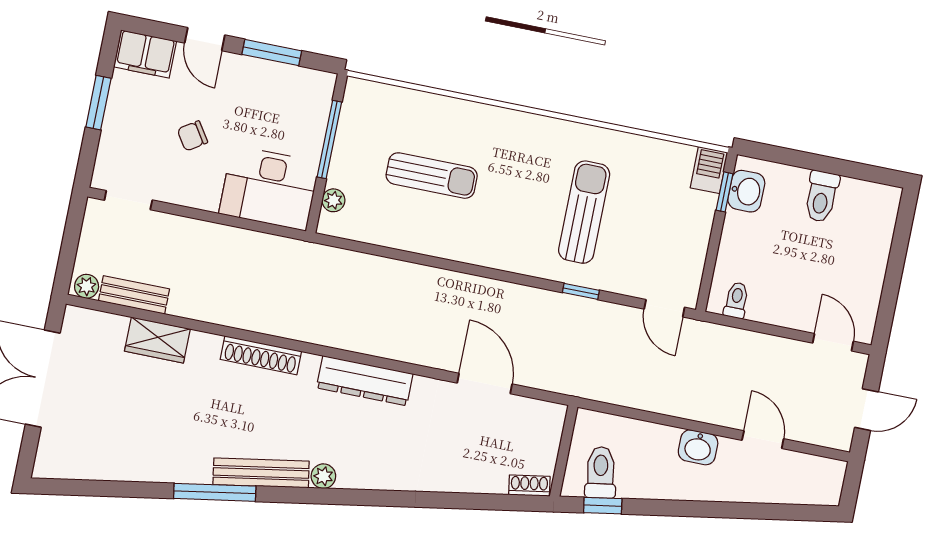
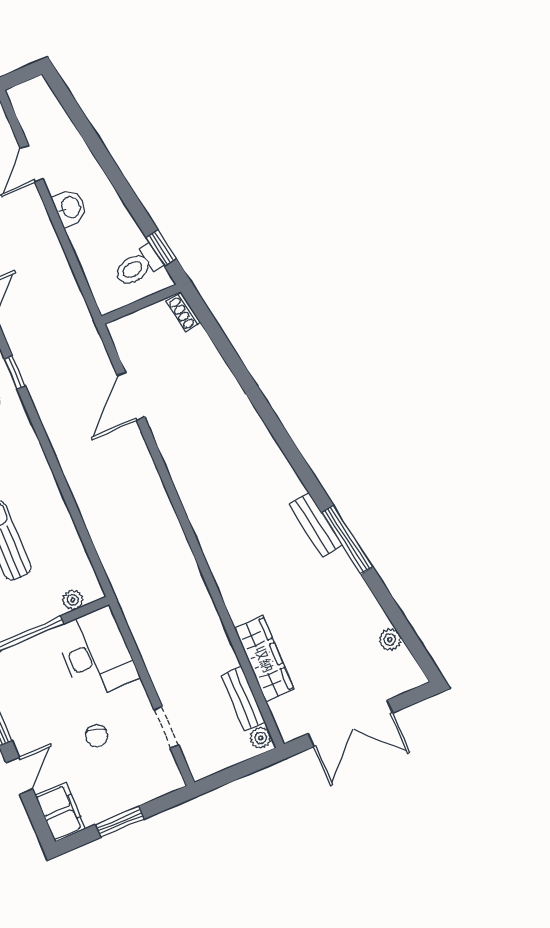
chair: (192, 136) -> (97, 736), turned 53
doorway: (128, 200) -> (166, 727), moved
wardrobe: (157, 340) -> (264, 659), width x1.50
shoe rack: (261, 355) -> (223, 575), removed
dresser: (365, 381) -> (189, 486), removed
bench: (261, 473) -> (316, 525), width x0.73
plant: (323, 476) -> (390, 640), moved

